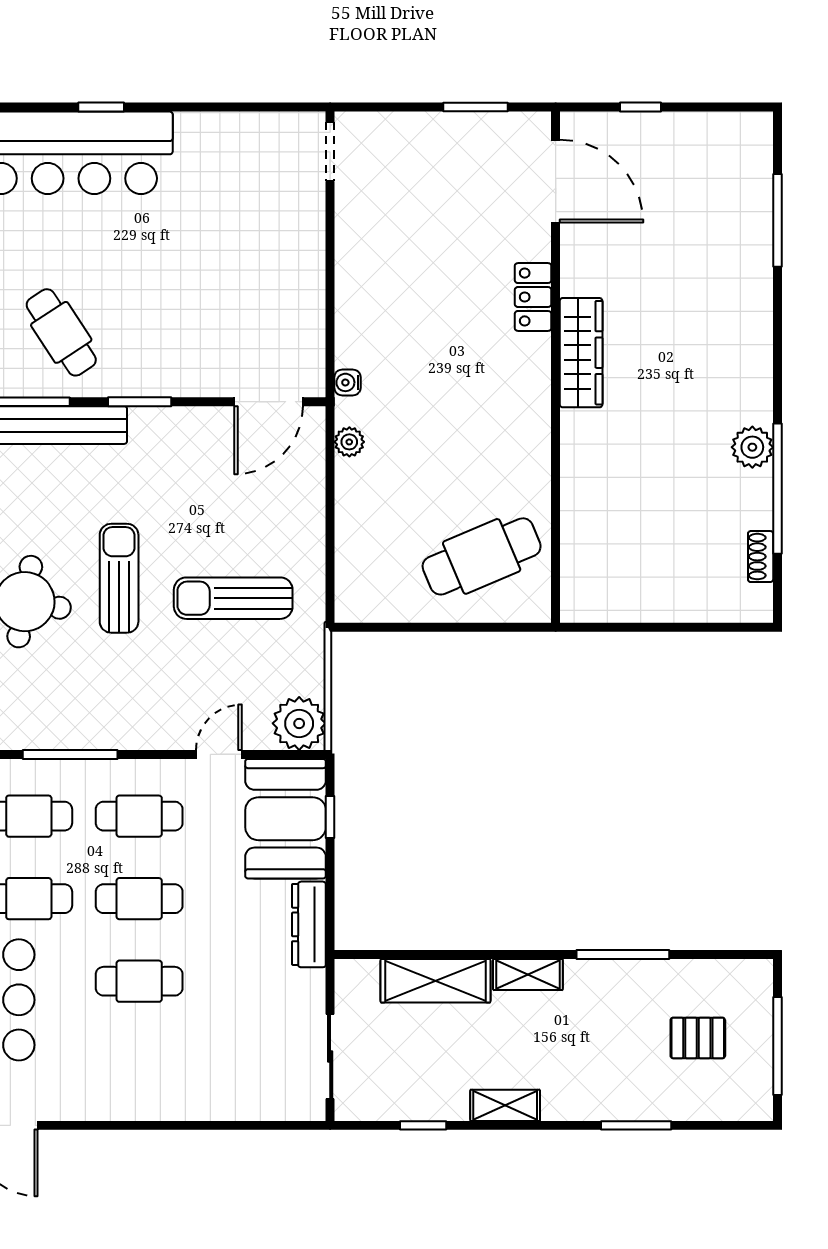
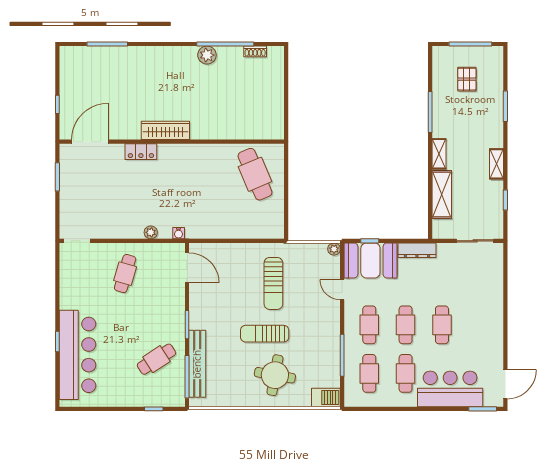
cafe table: (256, 261) -> (125, 274), added
plant: (349, 442) -> (151, 232), moved
plant: (299, 723) -> (334, 249), width x0.53, depth x0.53

